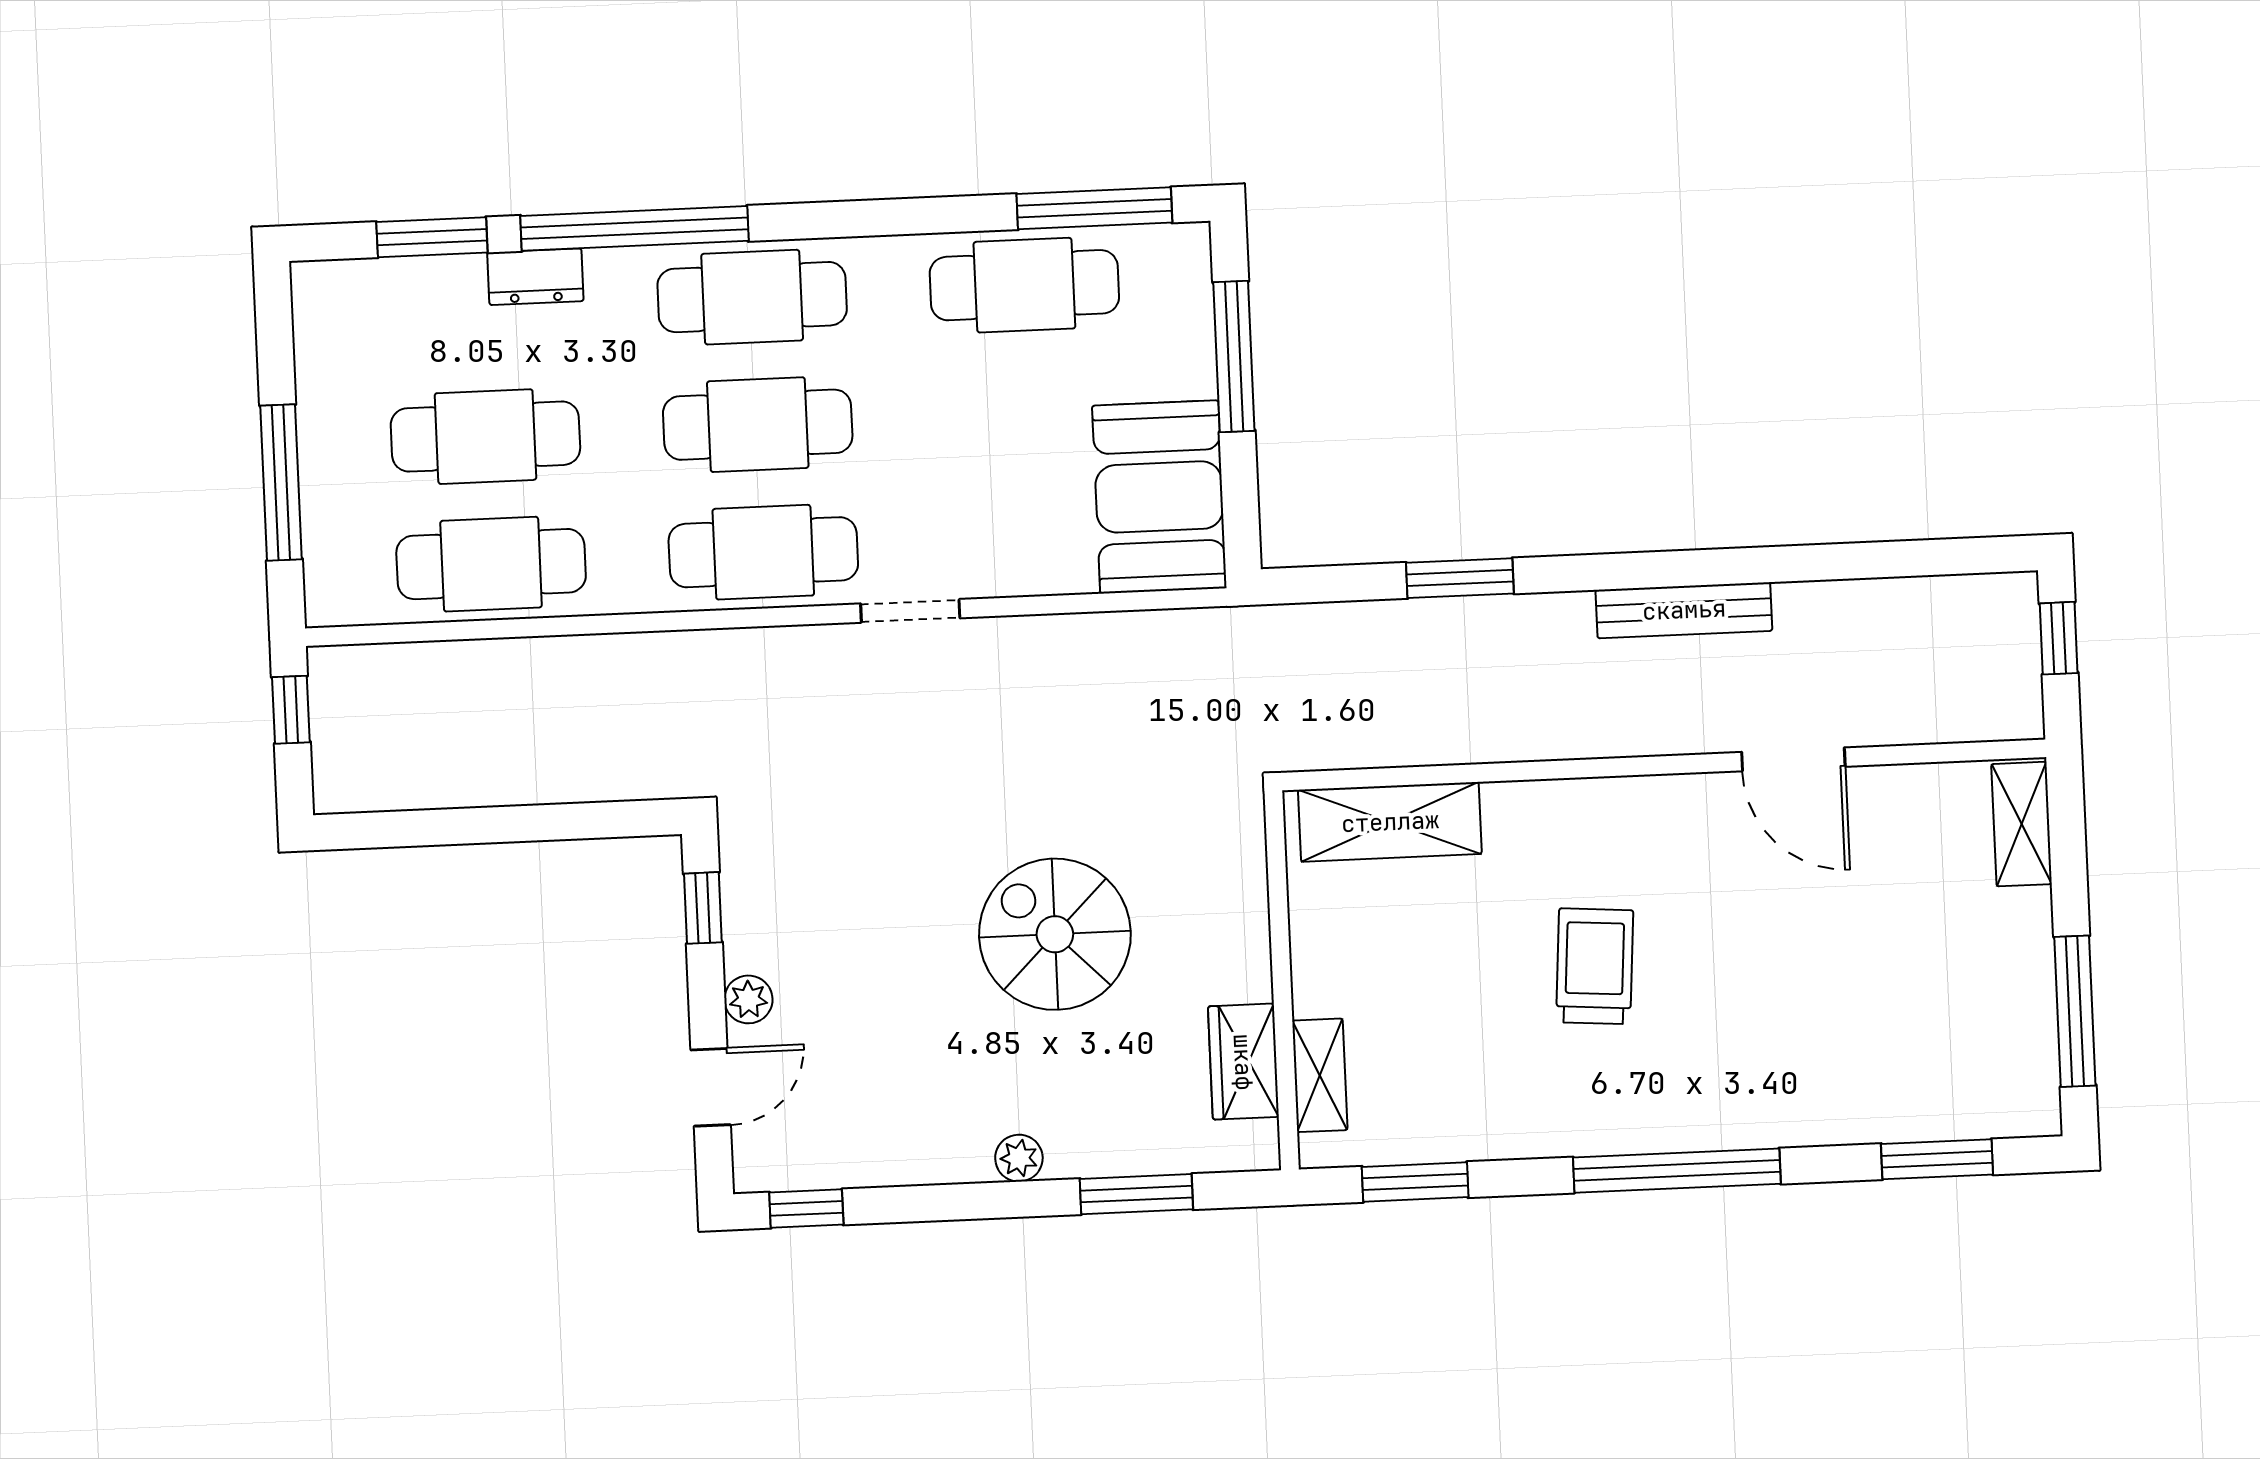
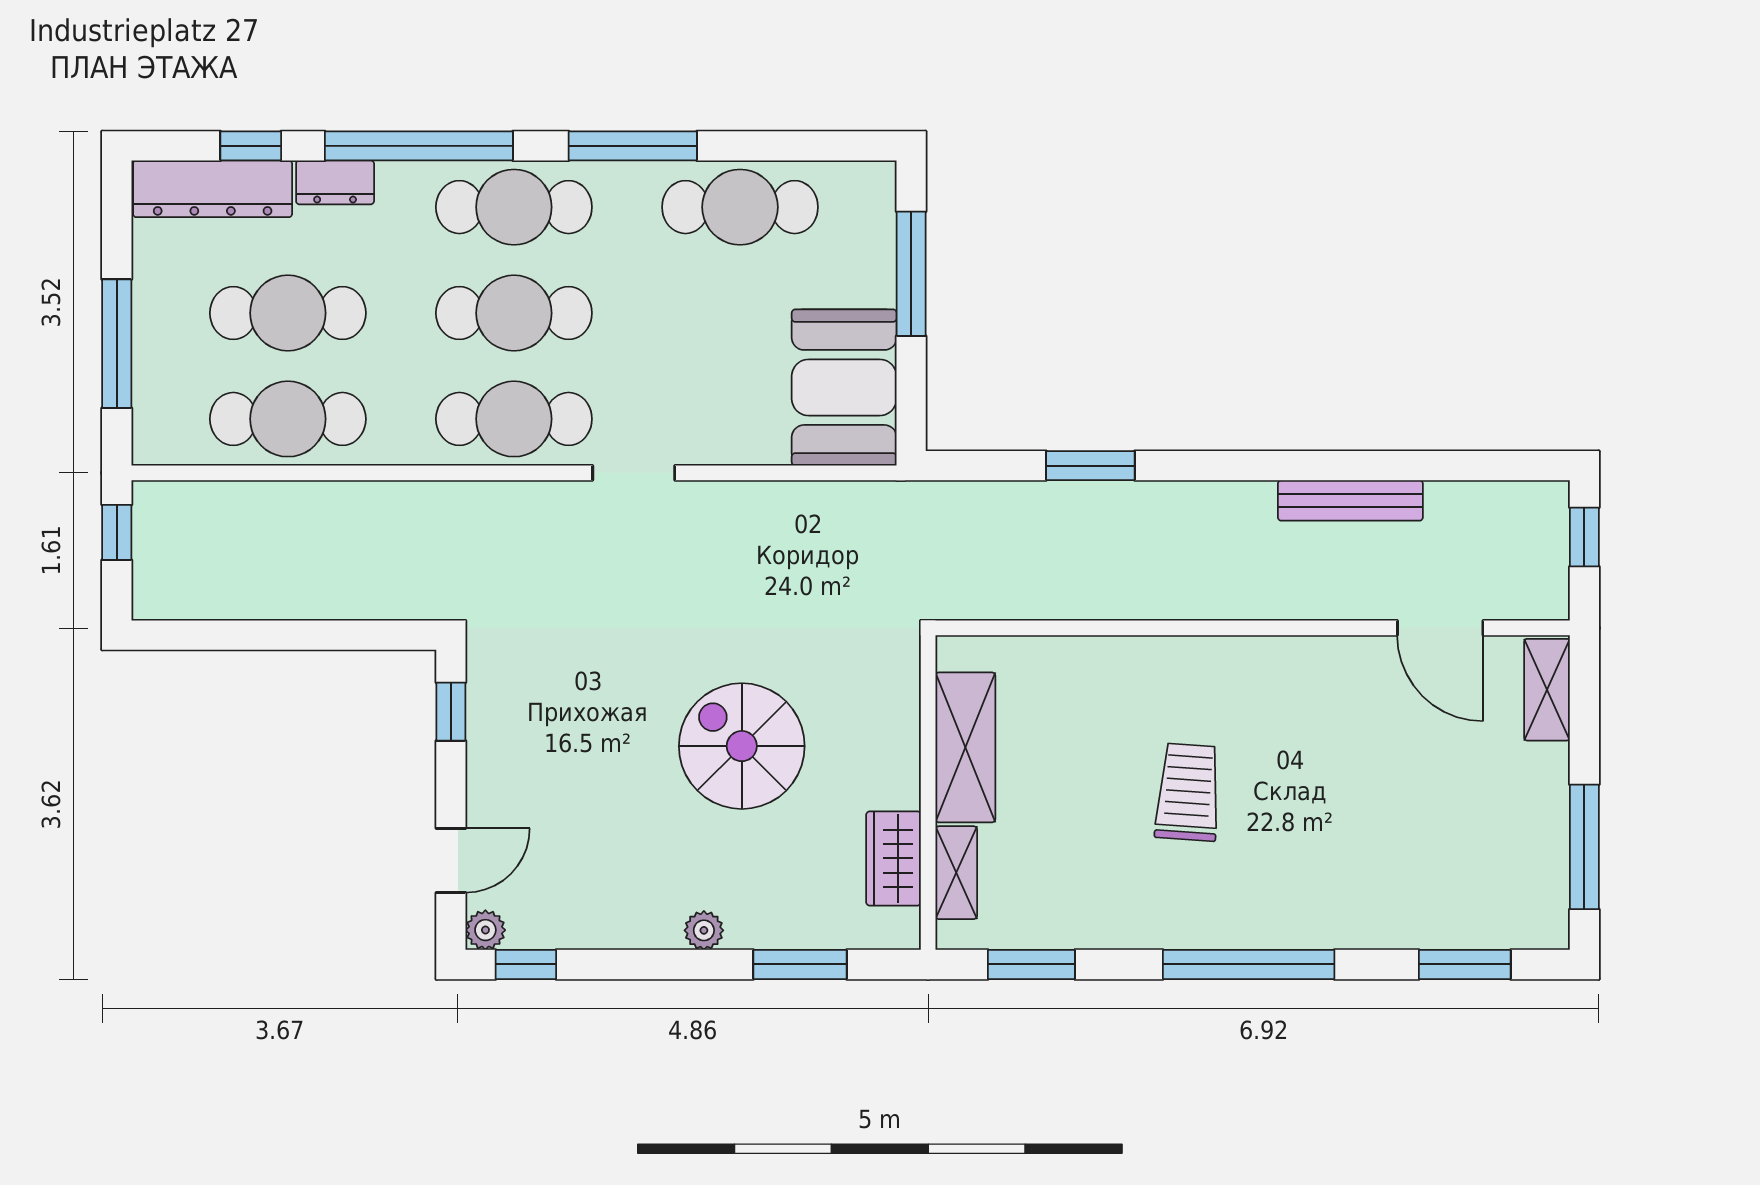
window: (1094, 208) -> (633, 146), moved
window: (432, 237) -> (251, 146), width x0.67
dresser: (388, 291) -> (213, 189), added
bench: (1684, 610) -> (1350, 500), moved
door: (1793, 759) -> (1440, 628), moved
shelving: (1390, 822) -> (965, 747), moved, turned 90
plant: (748, 999) -> (485, 930), moved

